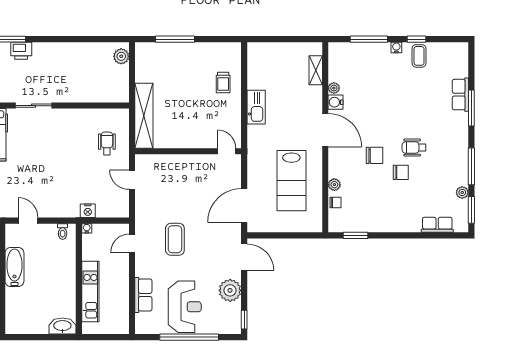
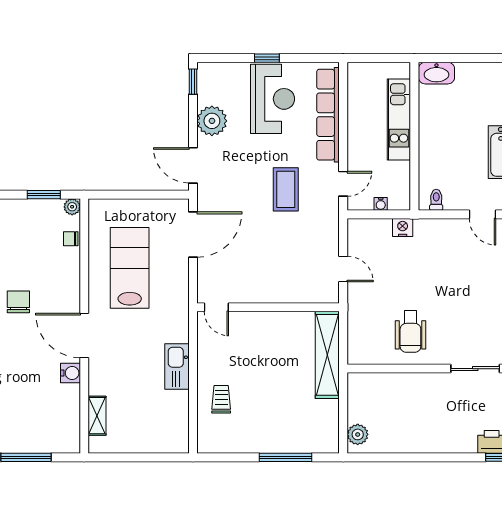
plant: (334, 88) -> (73, 392), removed
wheelchair: (107, 143) -> (410, 332), moved, width x1.36, depth x1.37
chair: (375, 155) -> (18, 302), turned 90
plant: (334, 185) -> (72, 207), moved
water cooler: (87, 228) -> (381, 204), moved
row of seats: (143, 295) -> (328, 115), width x2.02
reception desk: (185, 307) -> (273, 99), turned 180
window: (189, 337) -> (267, 58), width x0.32

